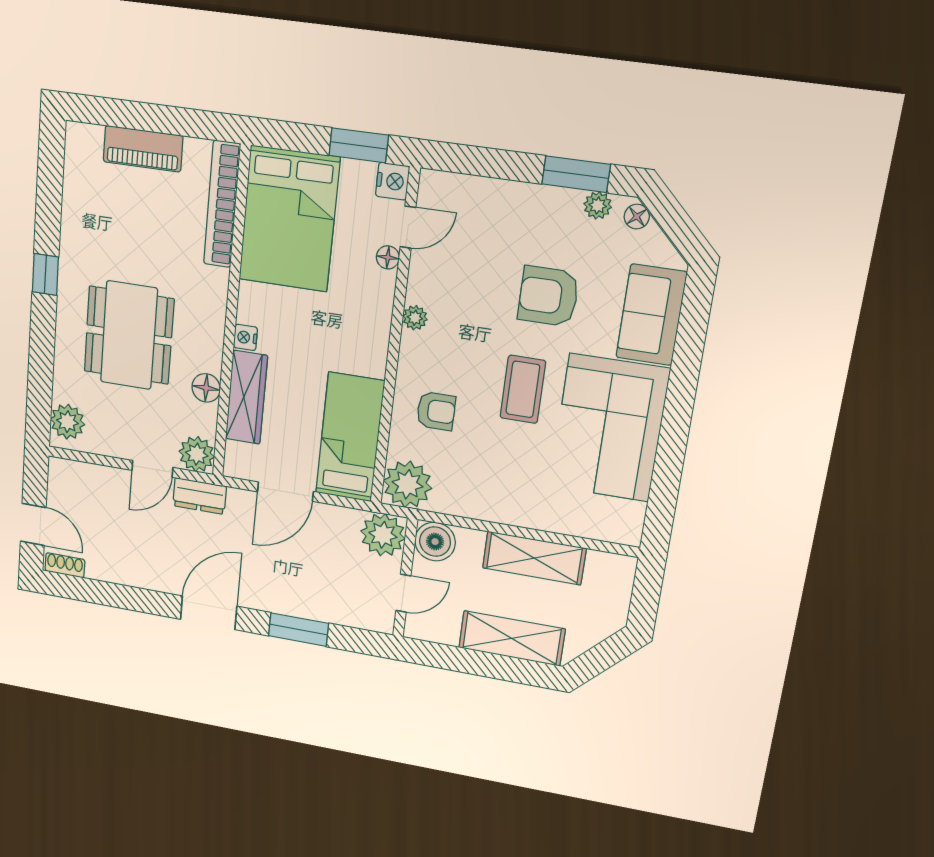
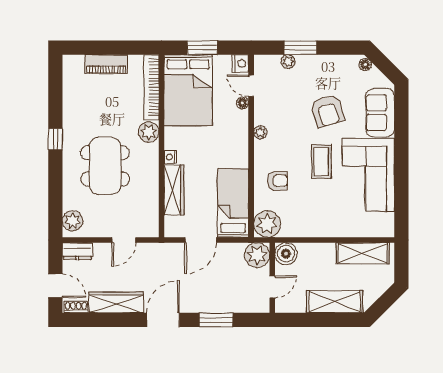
window: (359, 145) -> (202, 48), moved
window: (576, 174) -> (300, 48), moved
plant: (598, 205) -> (288, 62), moved
door: (408, 227) -> (251, 86), swing flipped
armchair: (548, 296) -> (327, 111), turned -108
floor lamp: (206, 388) -> (151, 188), removed
plant: (197, 454) -> (149, 132), moved
dresser: (200, 496) -> (77, 251), moved
shelving: (534, 558) -> (363, 253), moved
wardrobe: (132, 570) -> (116, 302), added

